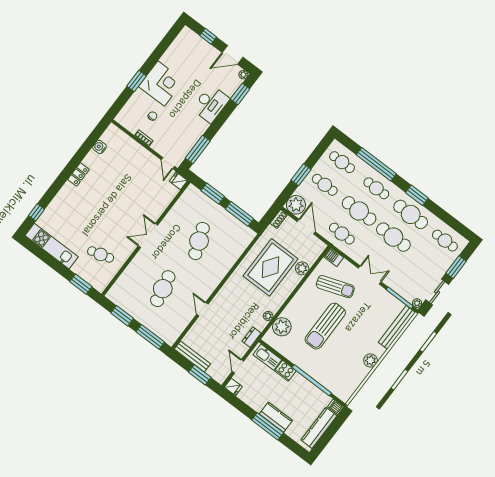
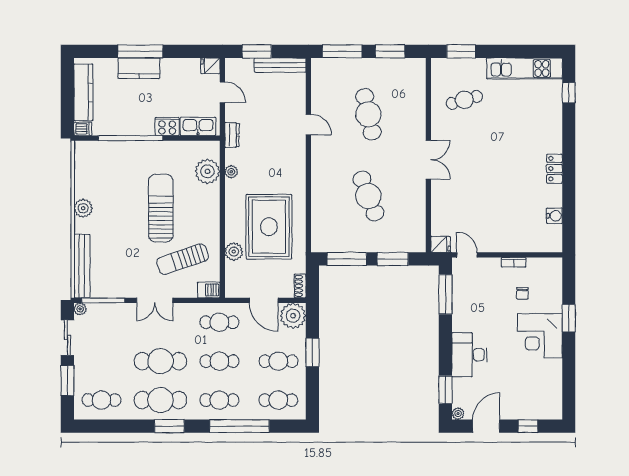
cafe table: (359, 211) -> (219, 361), width x0.73, depth x0.74

